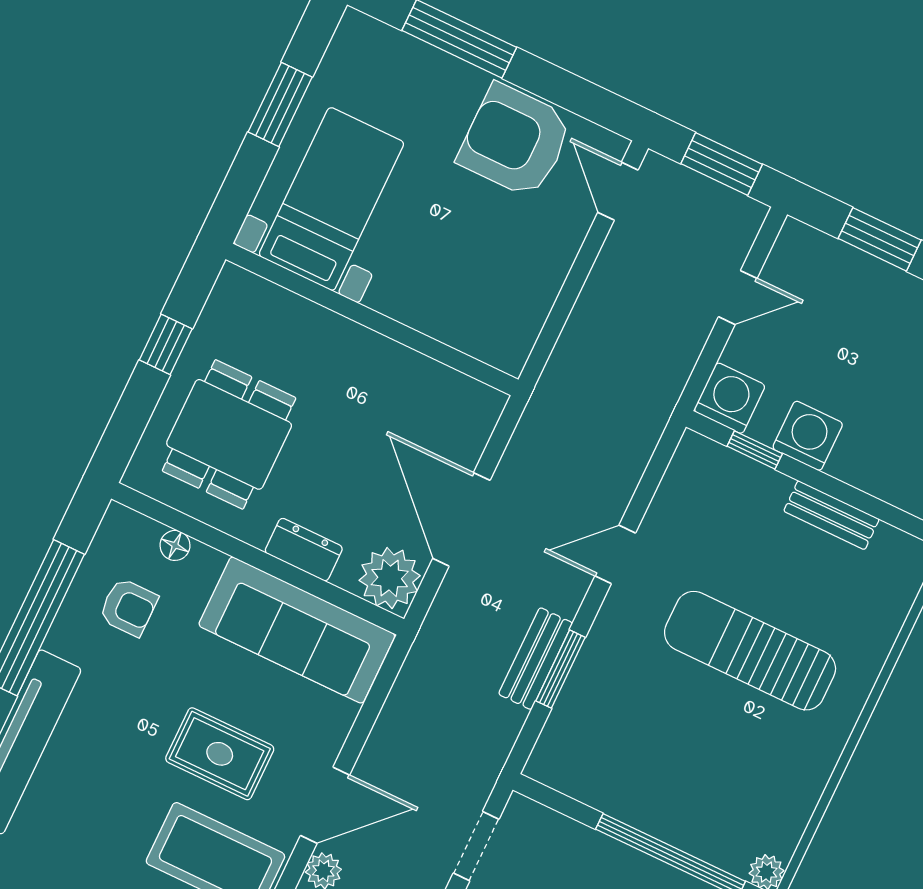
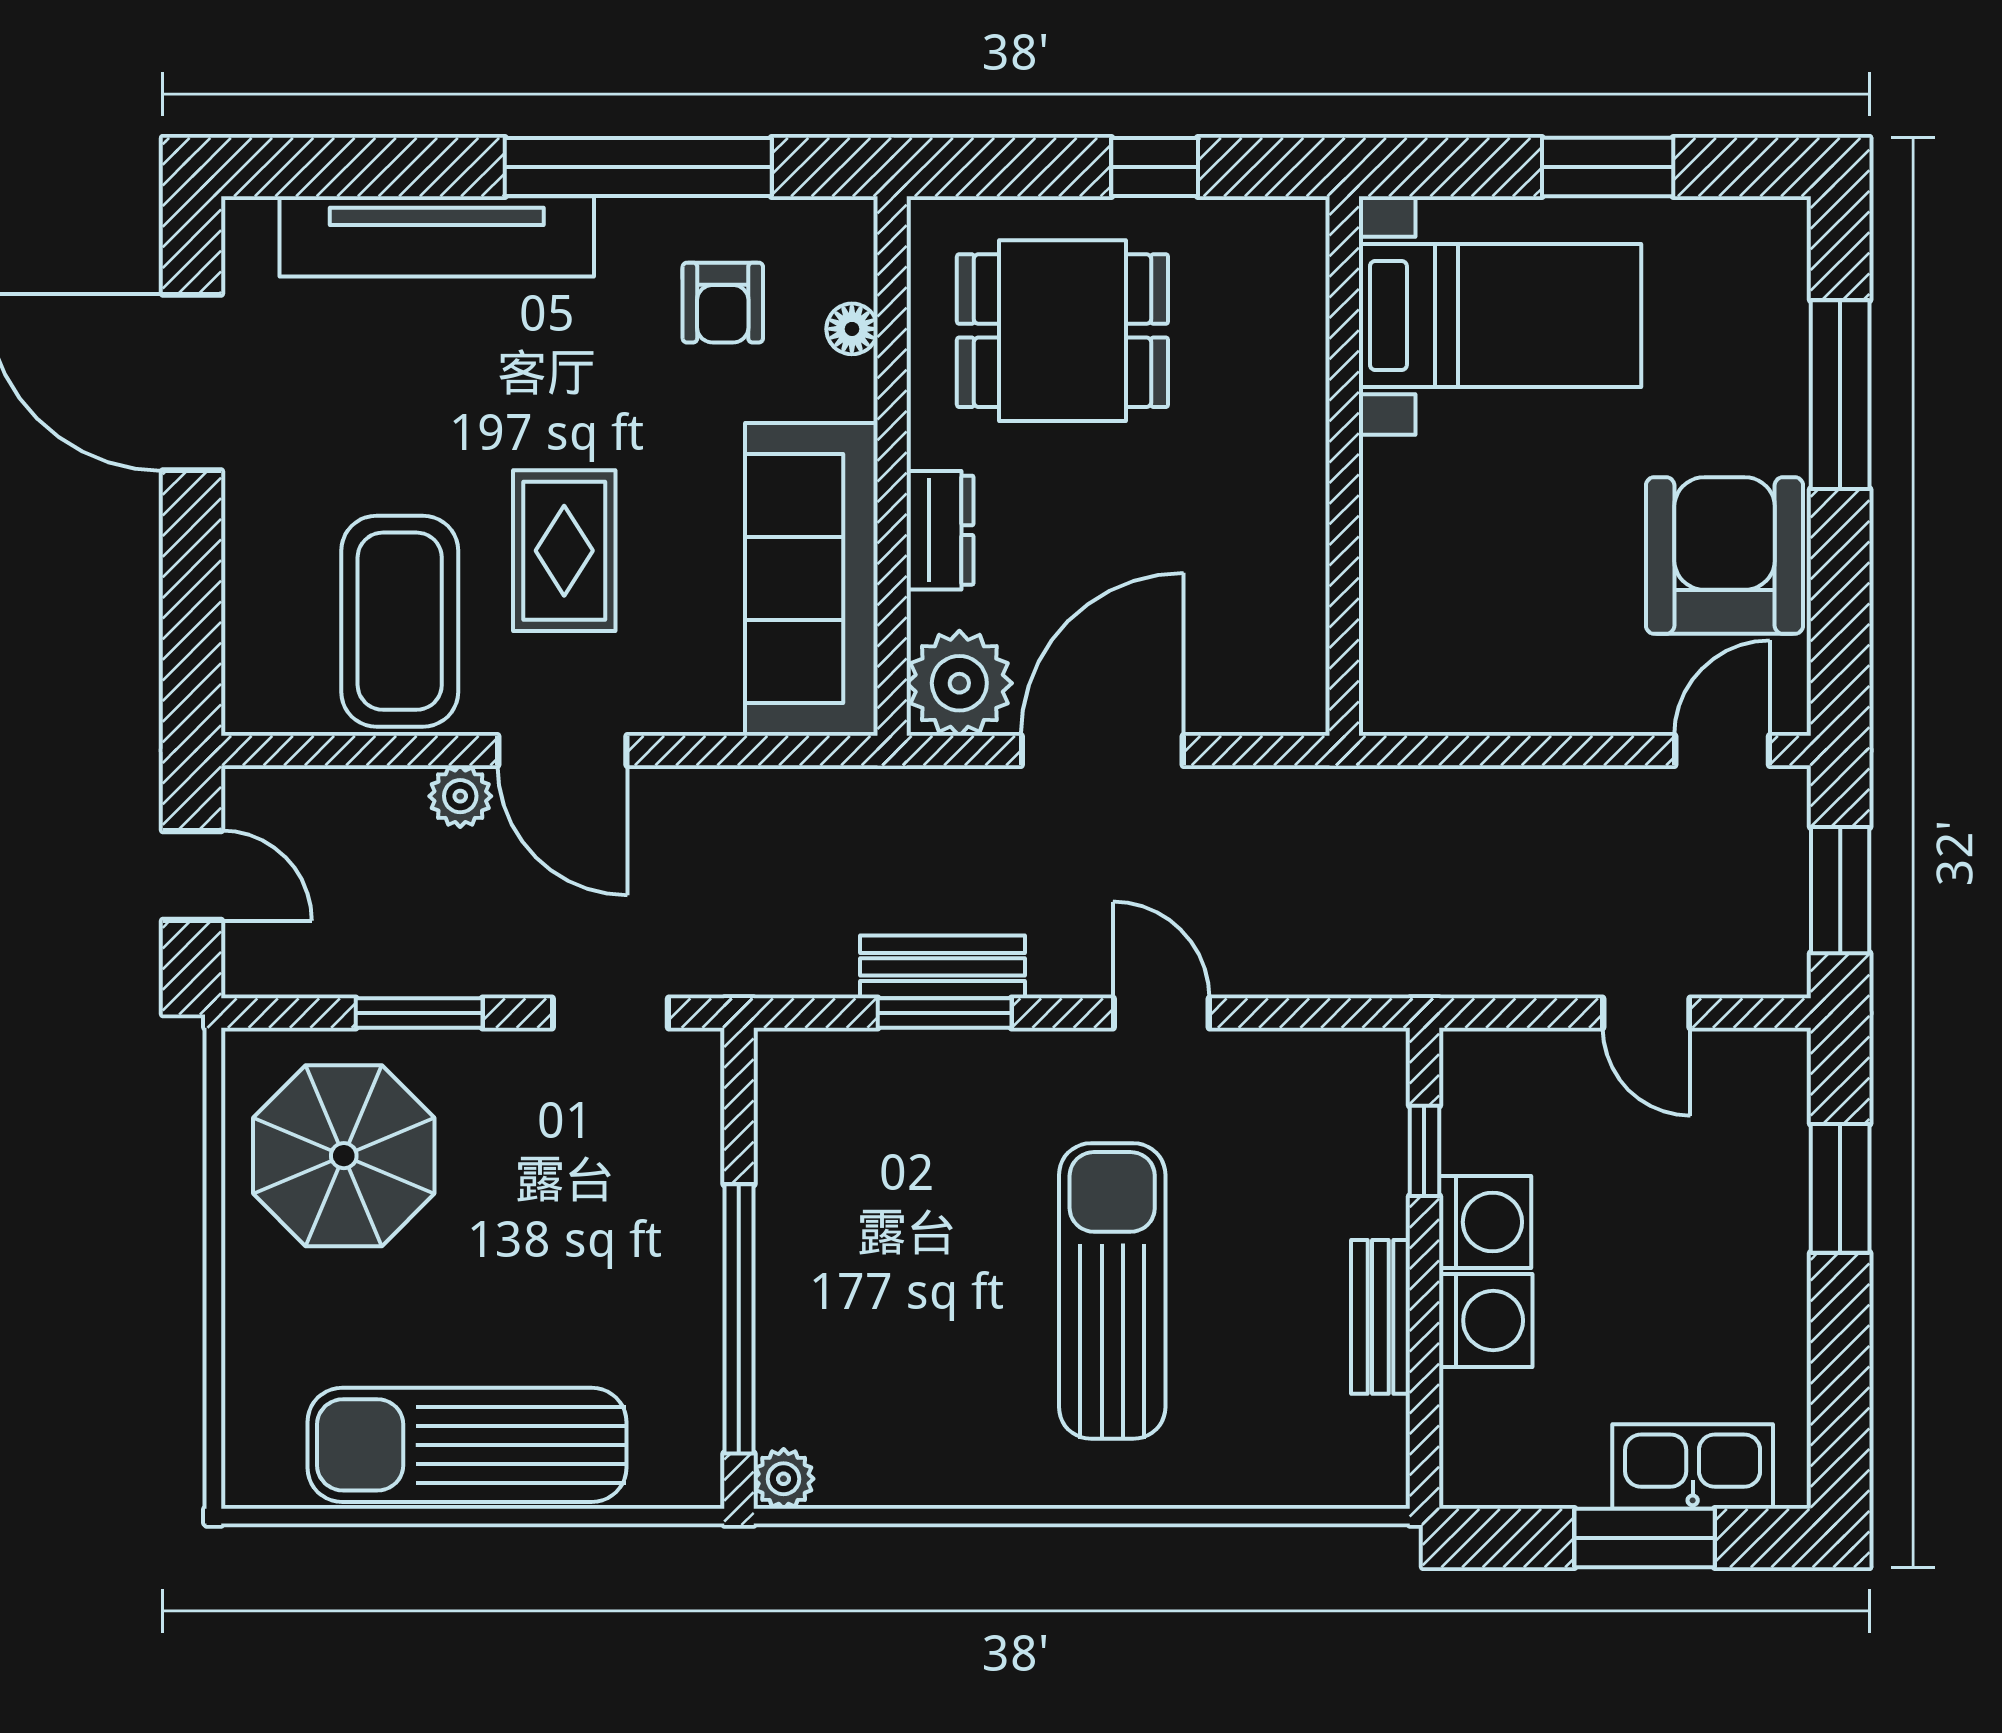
washing machine: (730, 398) -> (1486, 1320), moved

